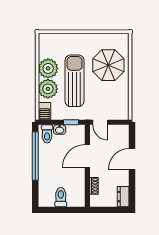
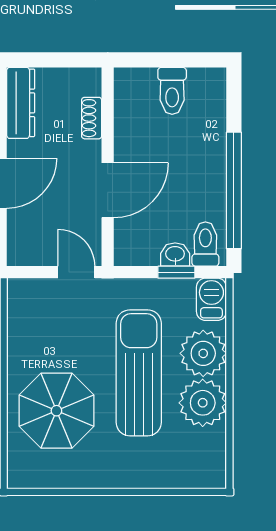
sun lounger: (75, 81) -> (139, 373), turned 180
window: (71, 122) -> (176, 272), moved
dresser: (123, 197) -> (21, 103), width x1.44

